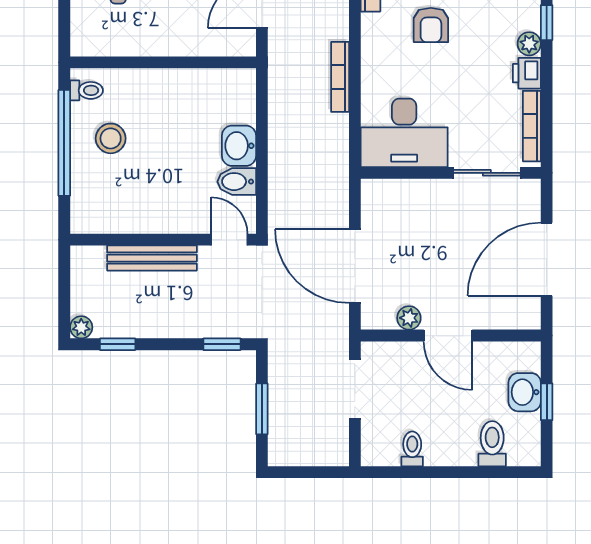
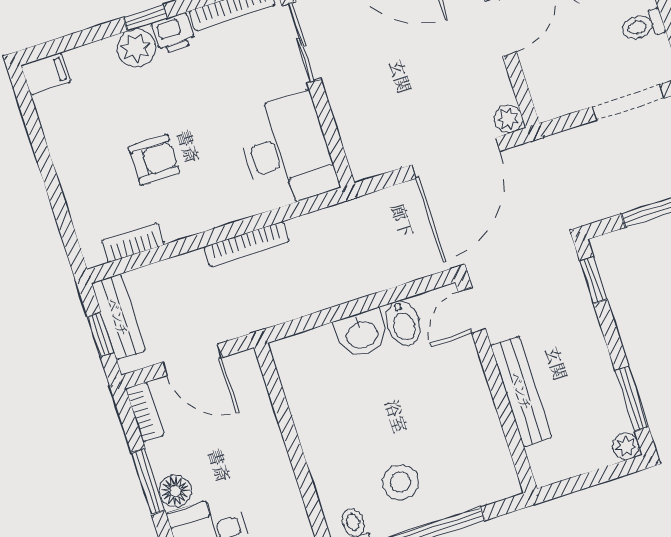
window: (547, 23) -> (145, 18), moved
plant: (529, 44) -> (136, 48), width x1.38, depth x1.38
plant: (409, 318) -> (508, 119), moved
window: (118, 344) -> (632, 399), width x1.50
doorway: (355, 389) -> (628, 102), moved

